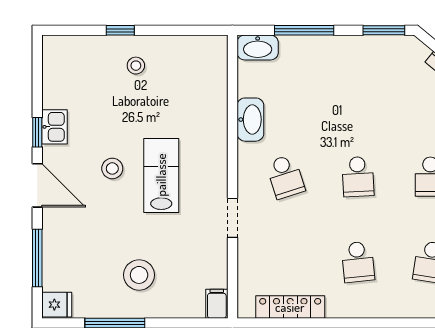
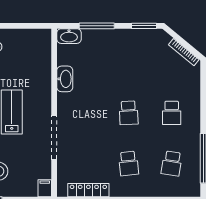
school desk: (285, 177) -> (86, 113), removed
doorway: (232, 218) -> (54, 137), width x1.88

